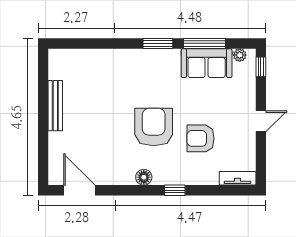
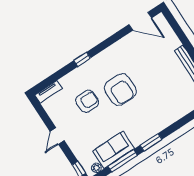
floor lamp: (144, 177) -> (106, 55), removed

